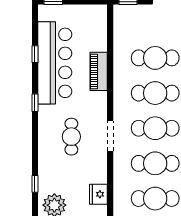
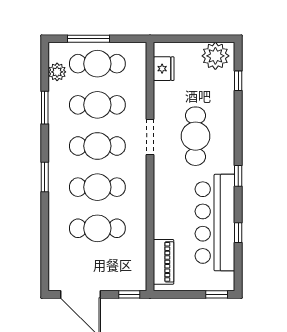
piano: (99, 71) -> (164, 262), moved
cafe table: (71, 137) -> (195, 136), width x1.37, depth x1.35

